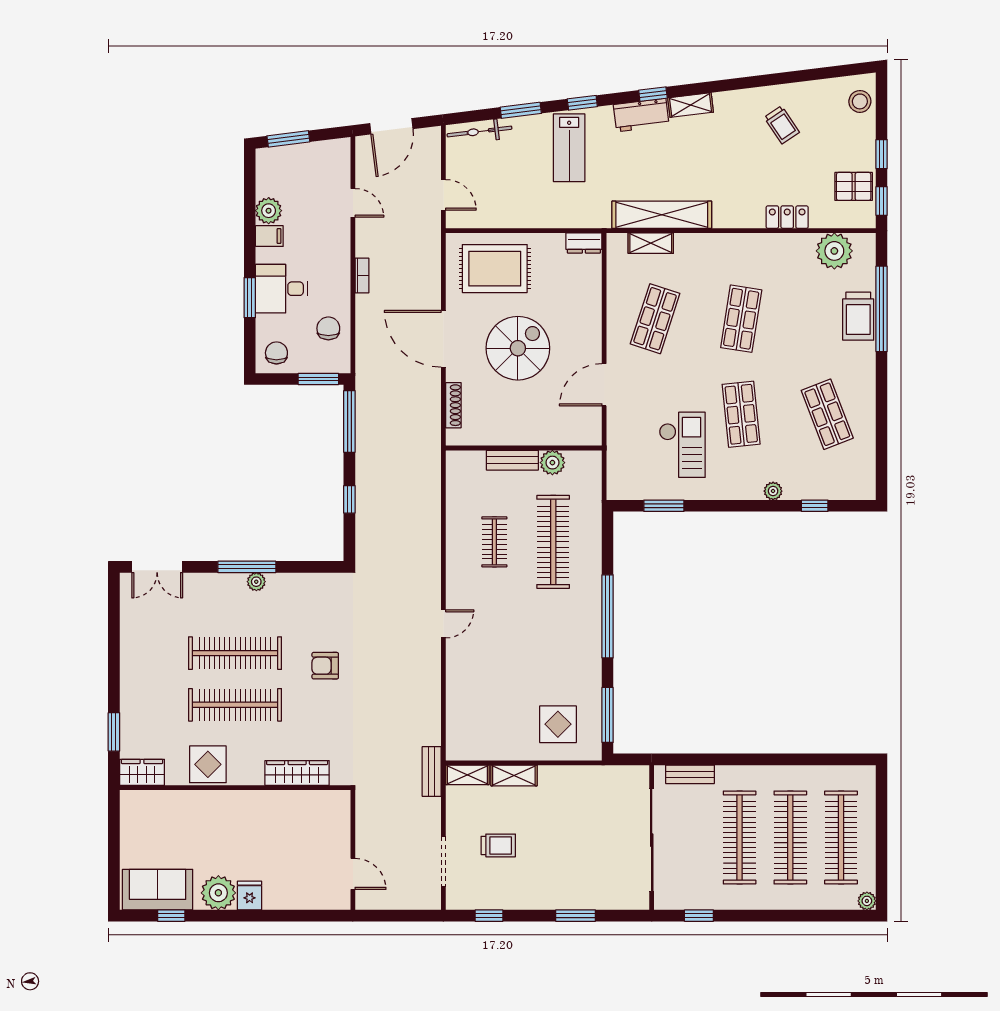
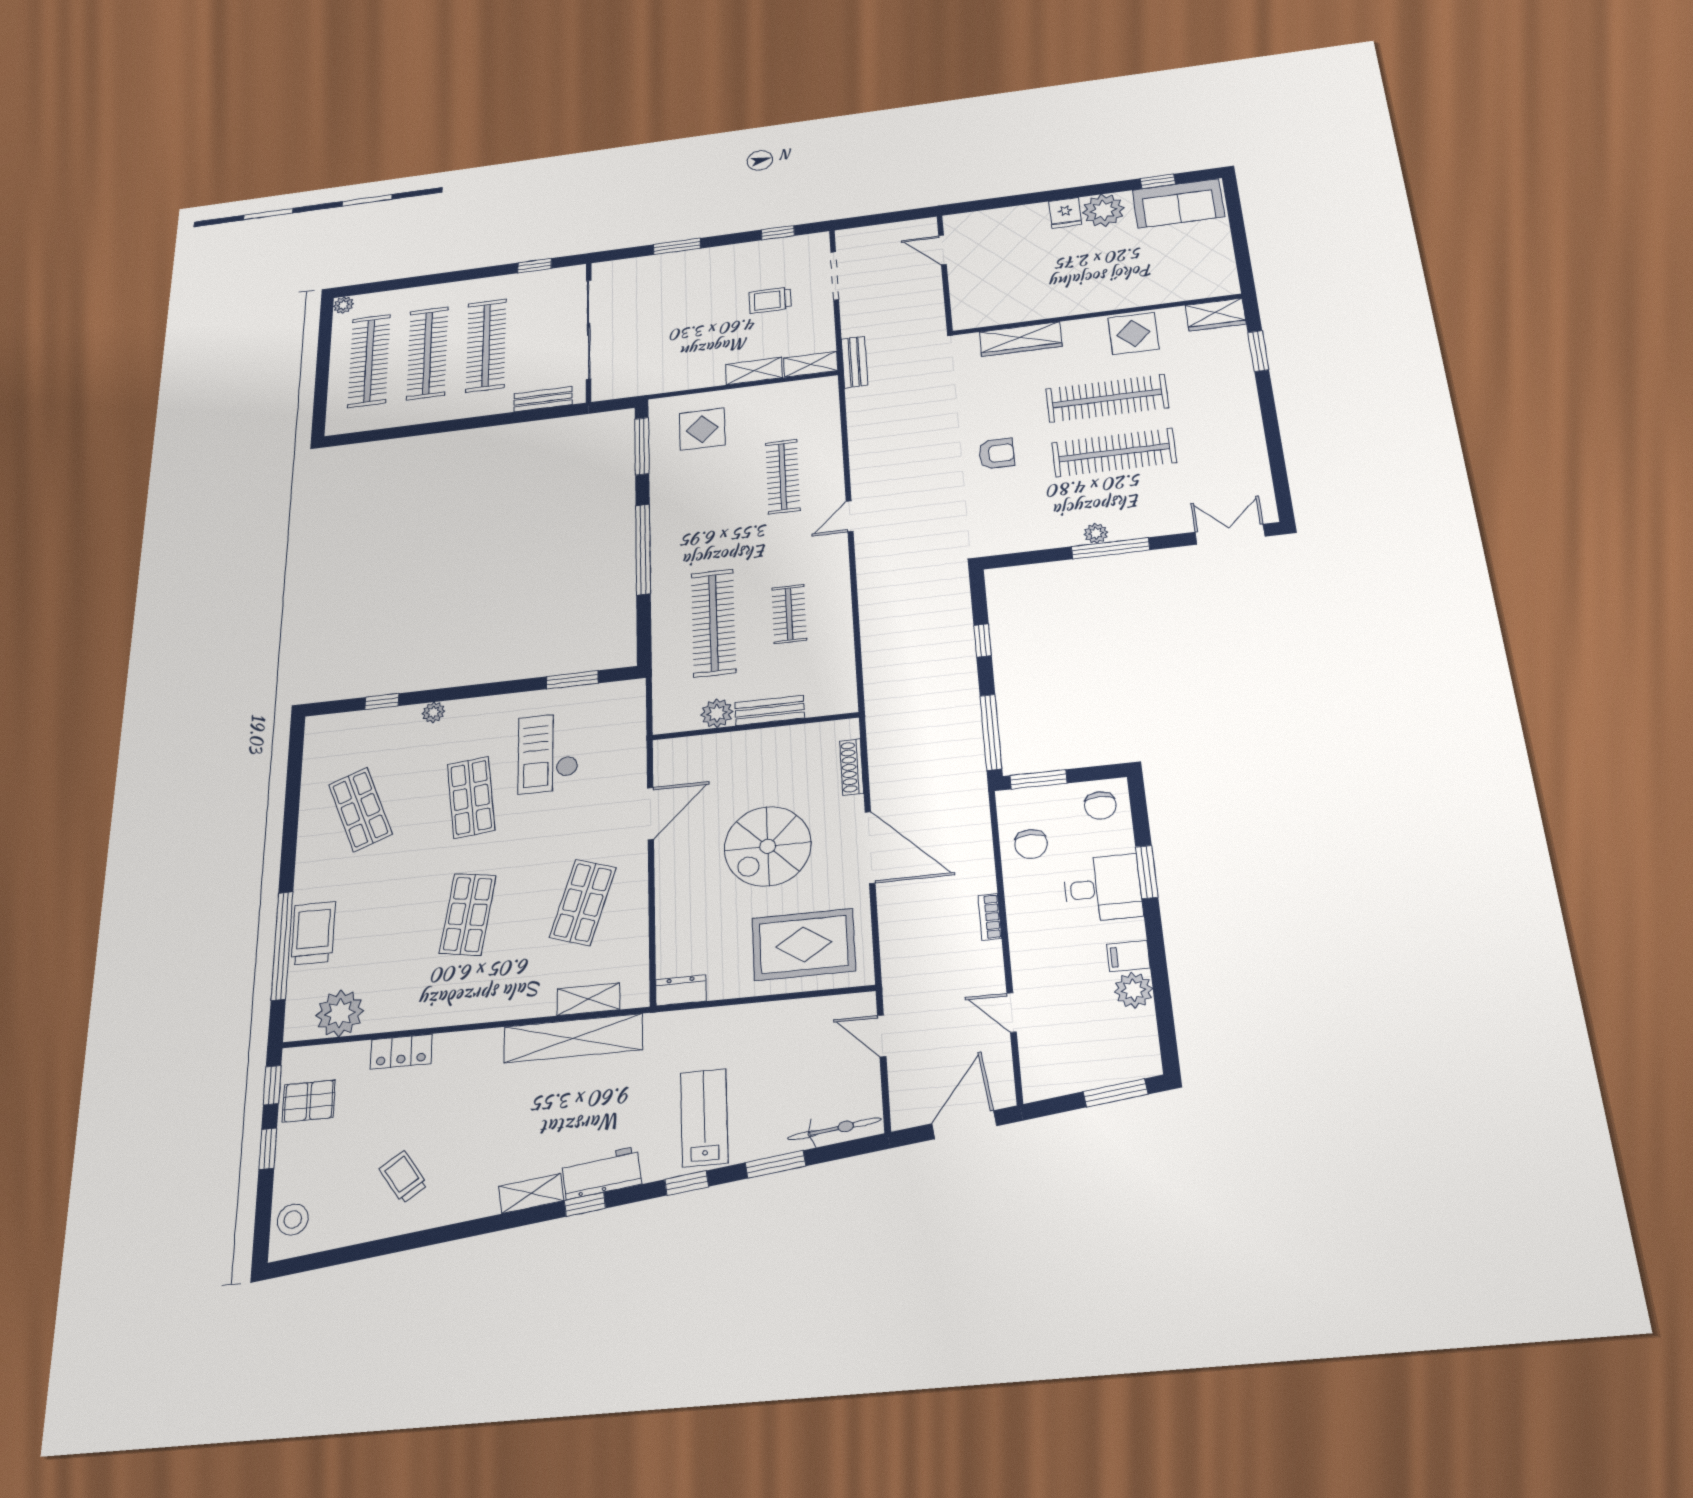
clothes rail: (494, 669) -> (783, 476), added

